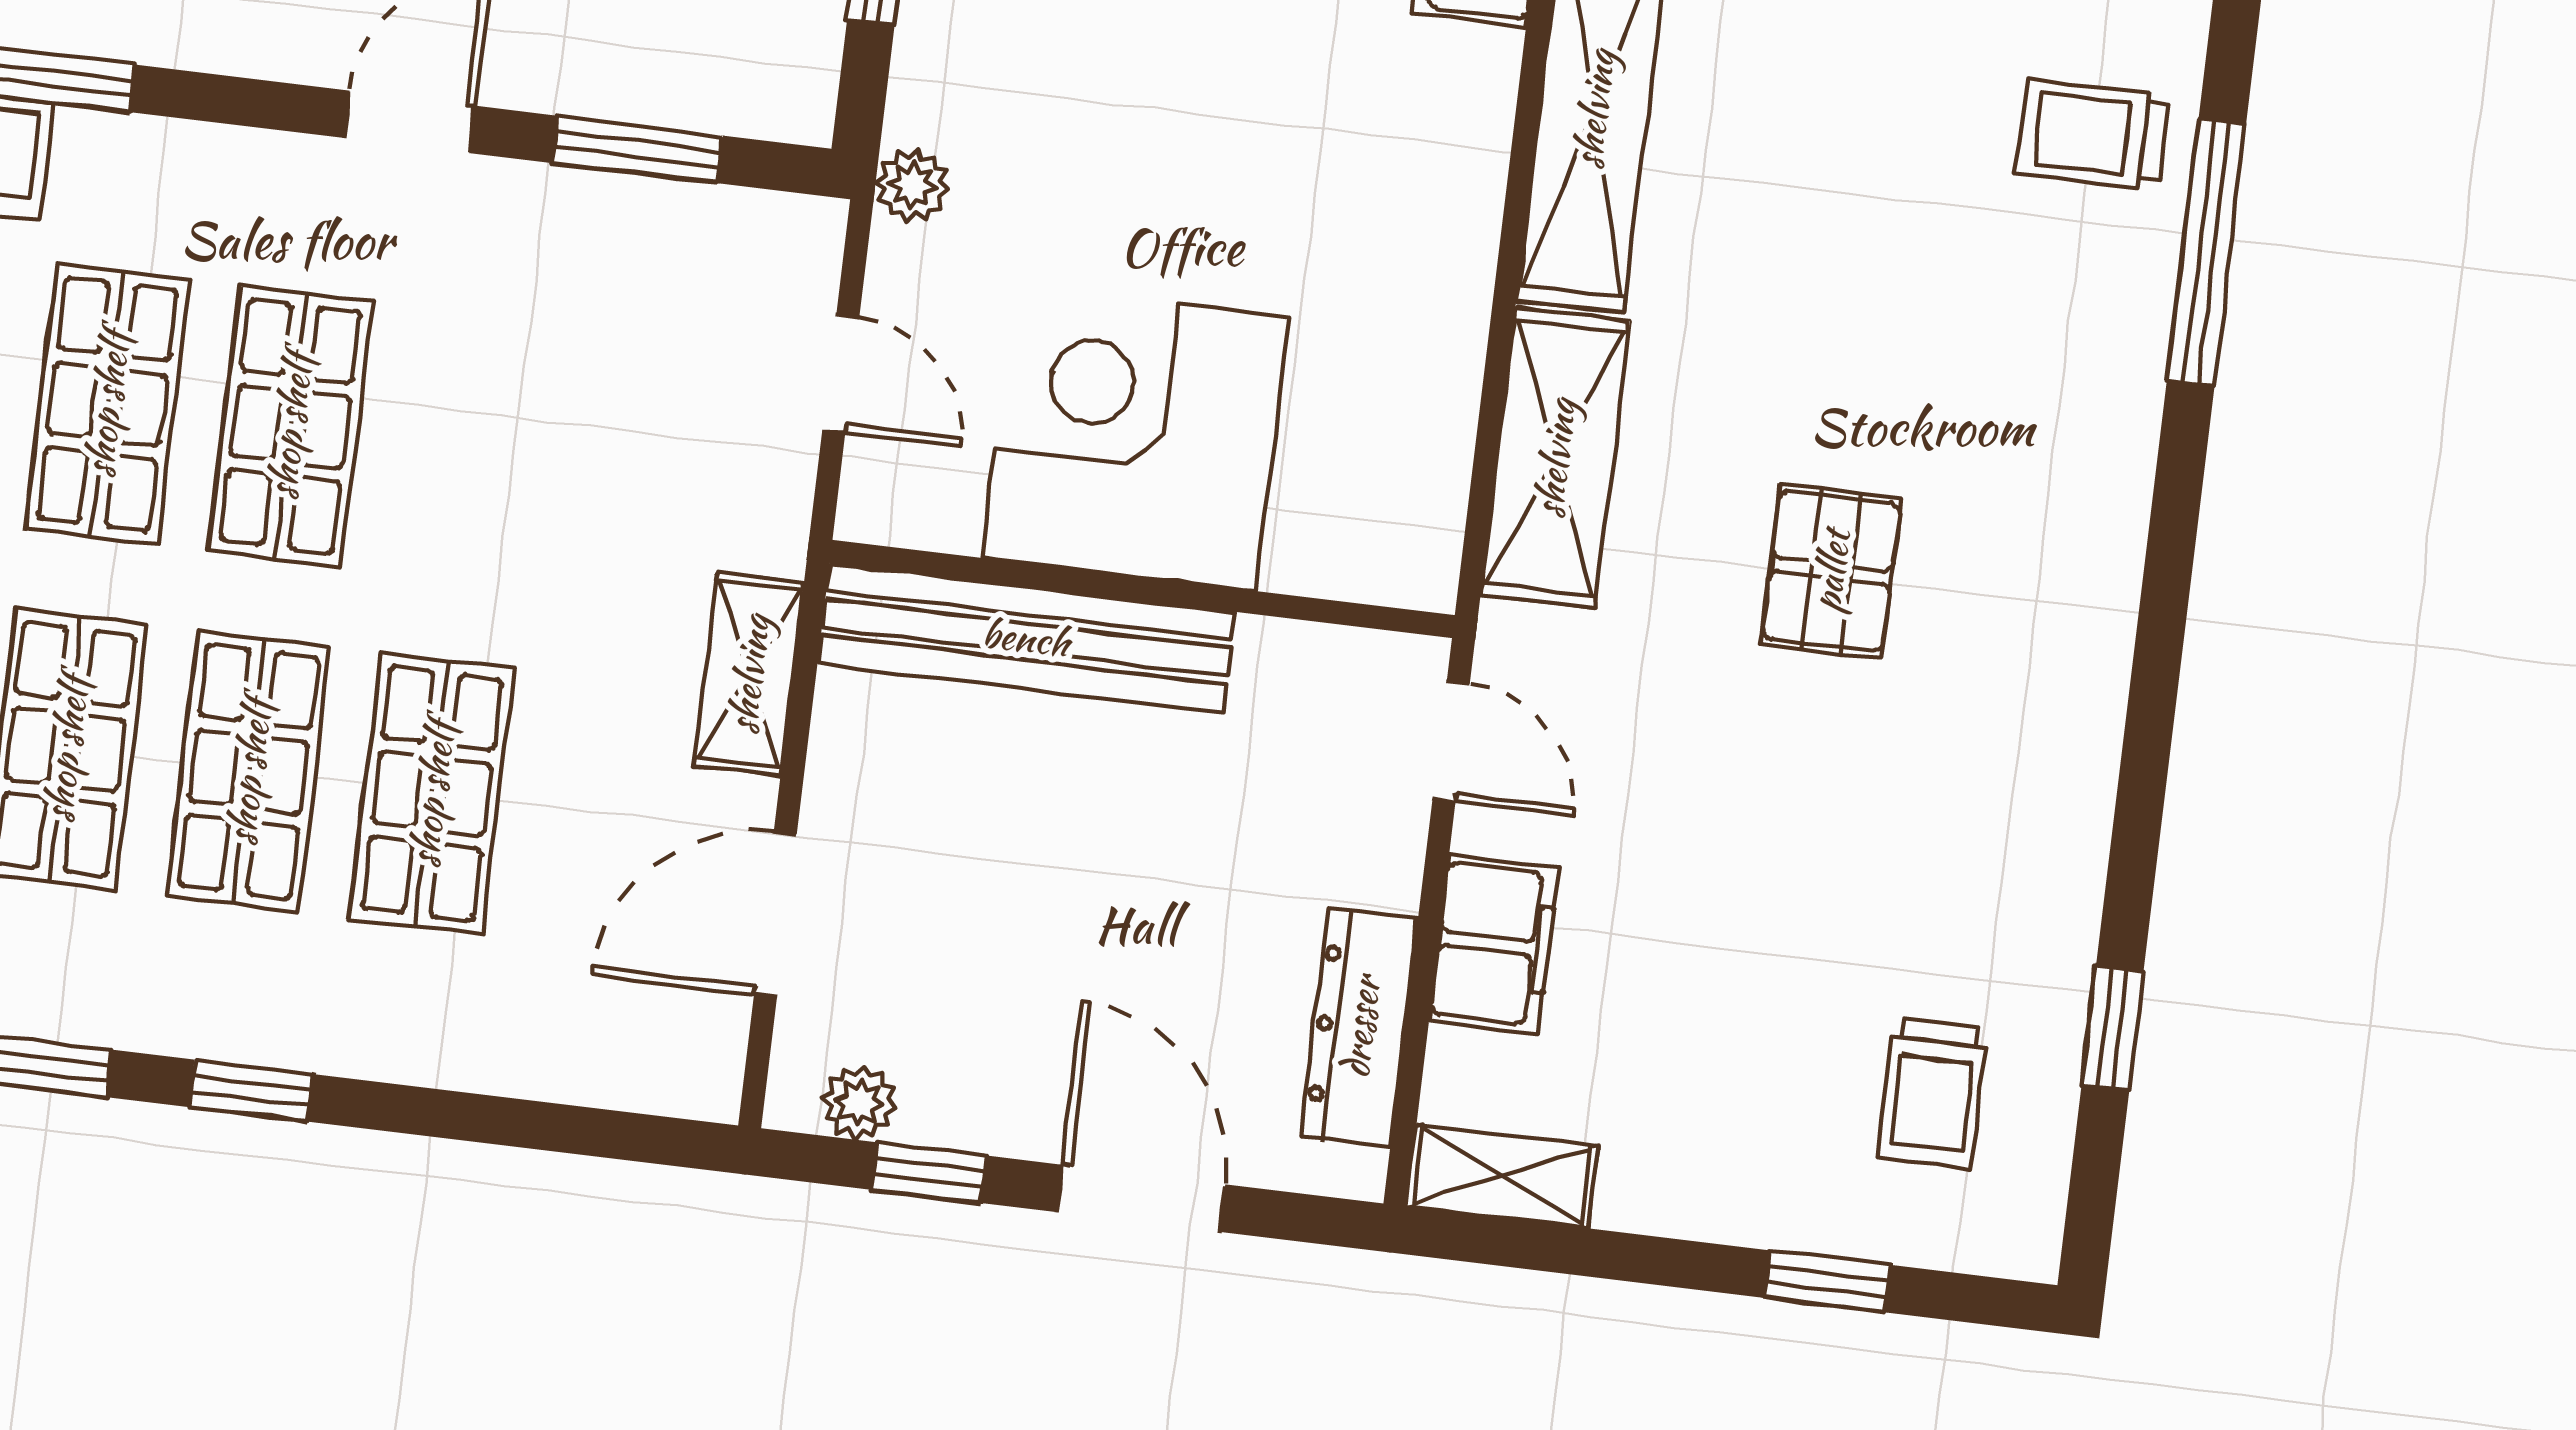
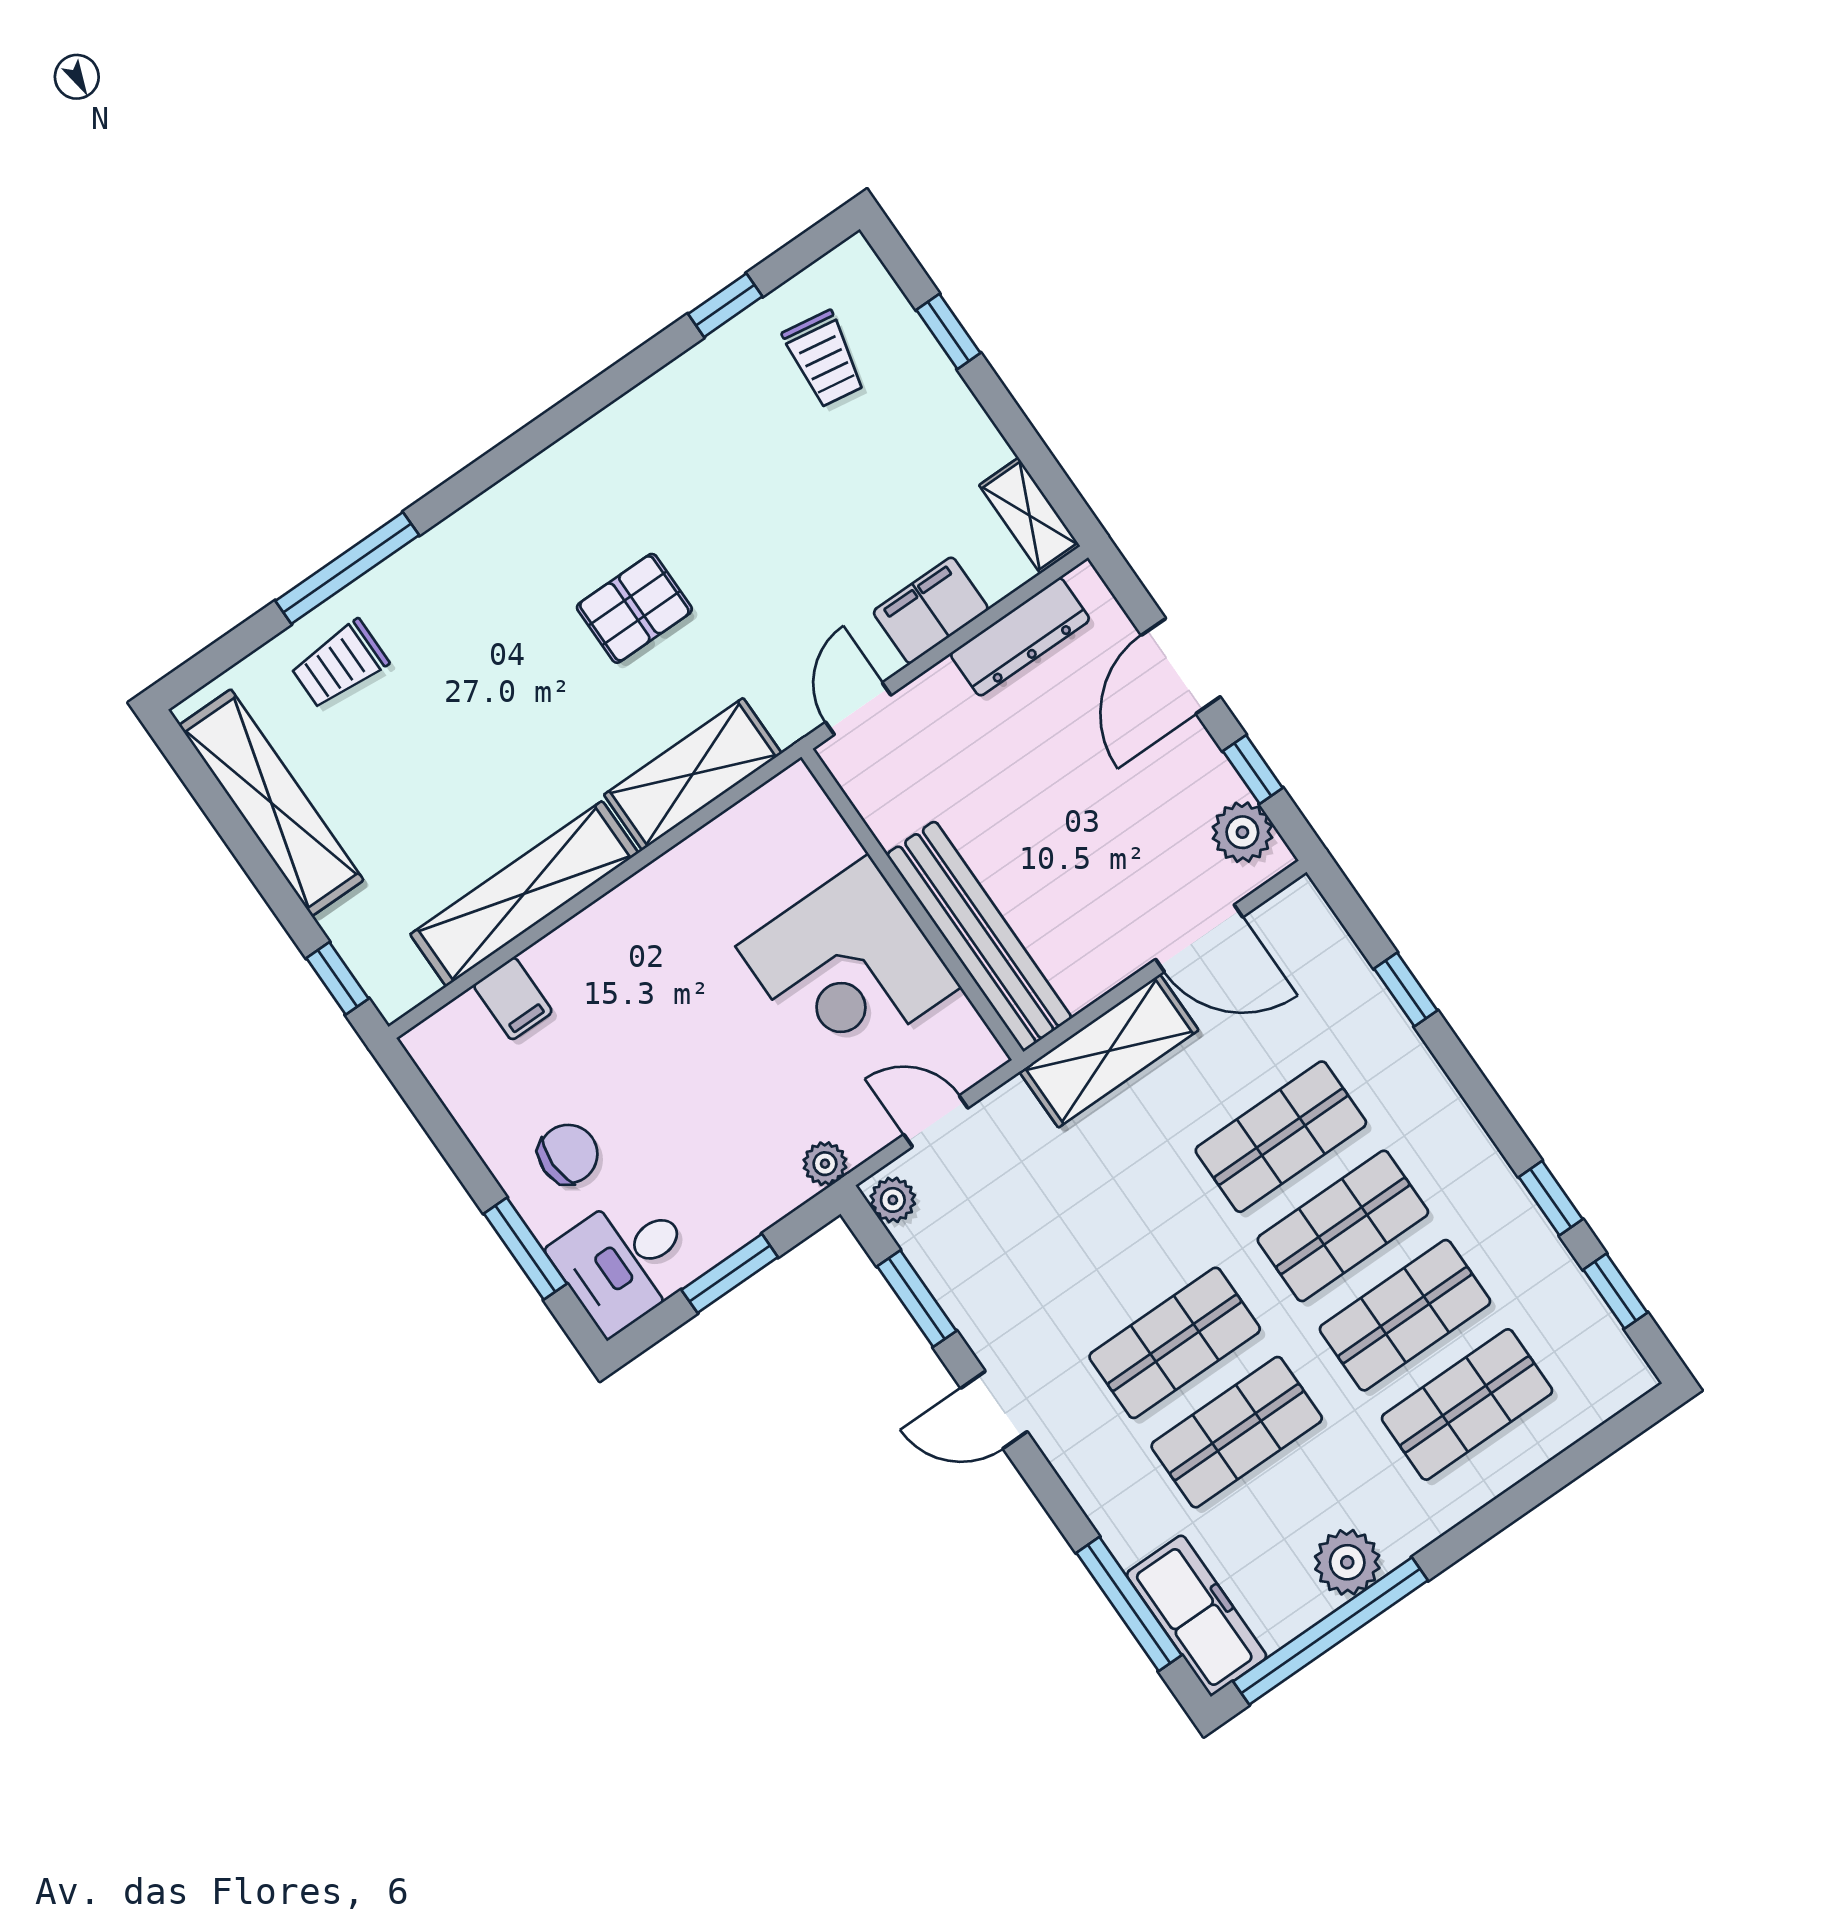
trolley: (2093, 134) -> (340, 664), turned 90
plant: (790, 231) -> (893, 1200), added
door: (841, 374) -> (936, 1121), hinge flipped
shelving: (749, 674) -> (1109, 1051), width x1.50, depth x1.33
window: (251, 1091) -> (1406, 990), moved
trolley: (1933, 1093) -> (824, 359), turned 99
plant: (859, 1103) -> (1242, 832), width x1.38, depth x1.38

